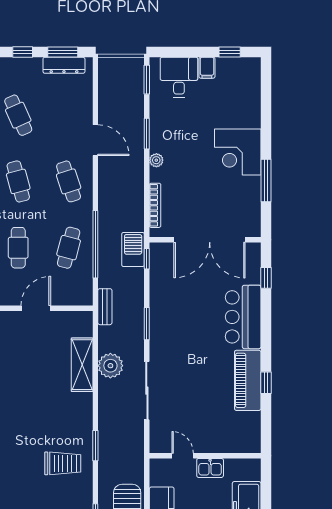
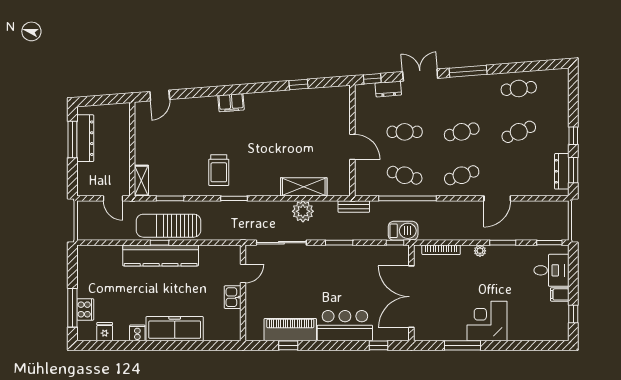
door: (183, 456) -> (243, 274), moved
wall: (205, 456) -> (243, 293), moved
kitchen sink: (210, 468) -> (233, 297), moved

